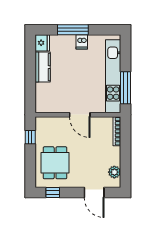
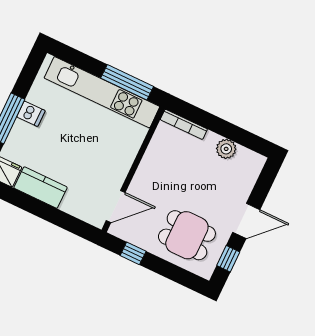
door: (80, 115) -> (116, 206), moved
plant: (114, 172) -> (226, 149), moved
door: (94, 193) -> (246, 221), moved

